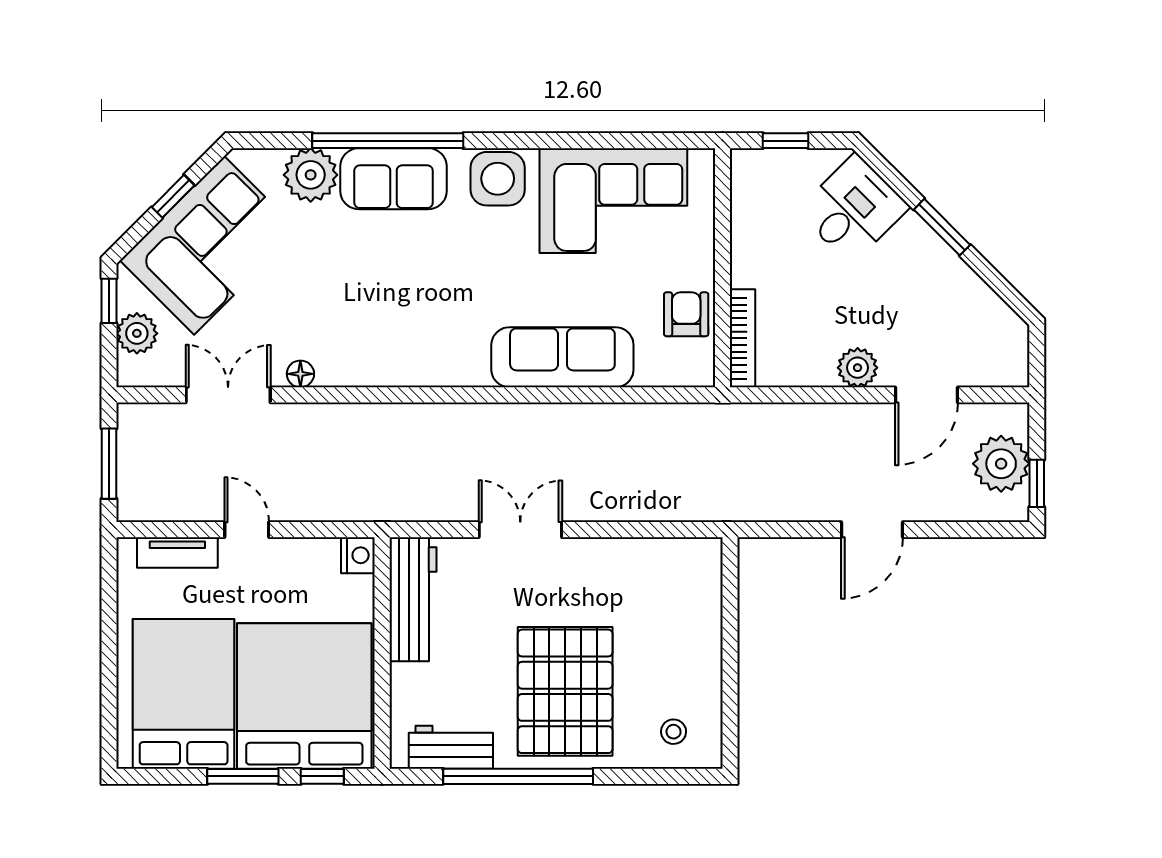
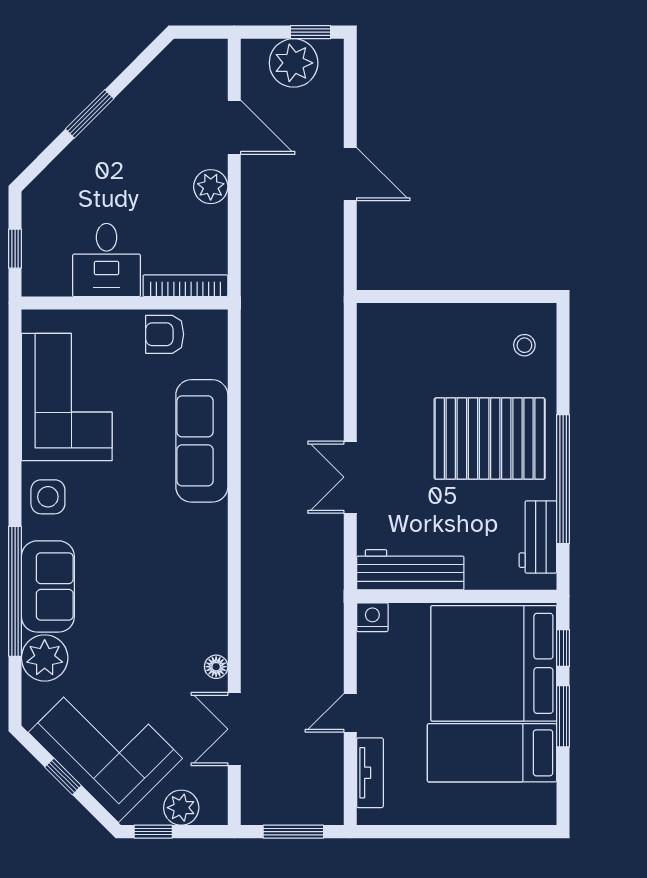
side table: (498, 179) -> (48, 497), width x0.73, depth x0.73
desk: (853, 209) -> (107, 260), moved, turned -135
bed: (184, 694) -> (492, 753), width x0.67

